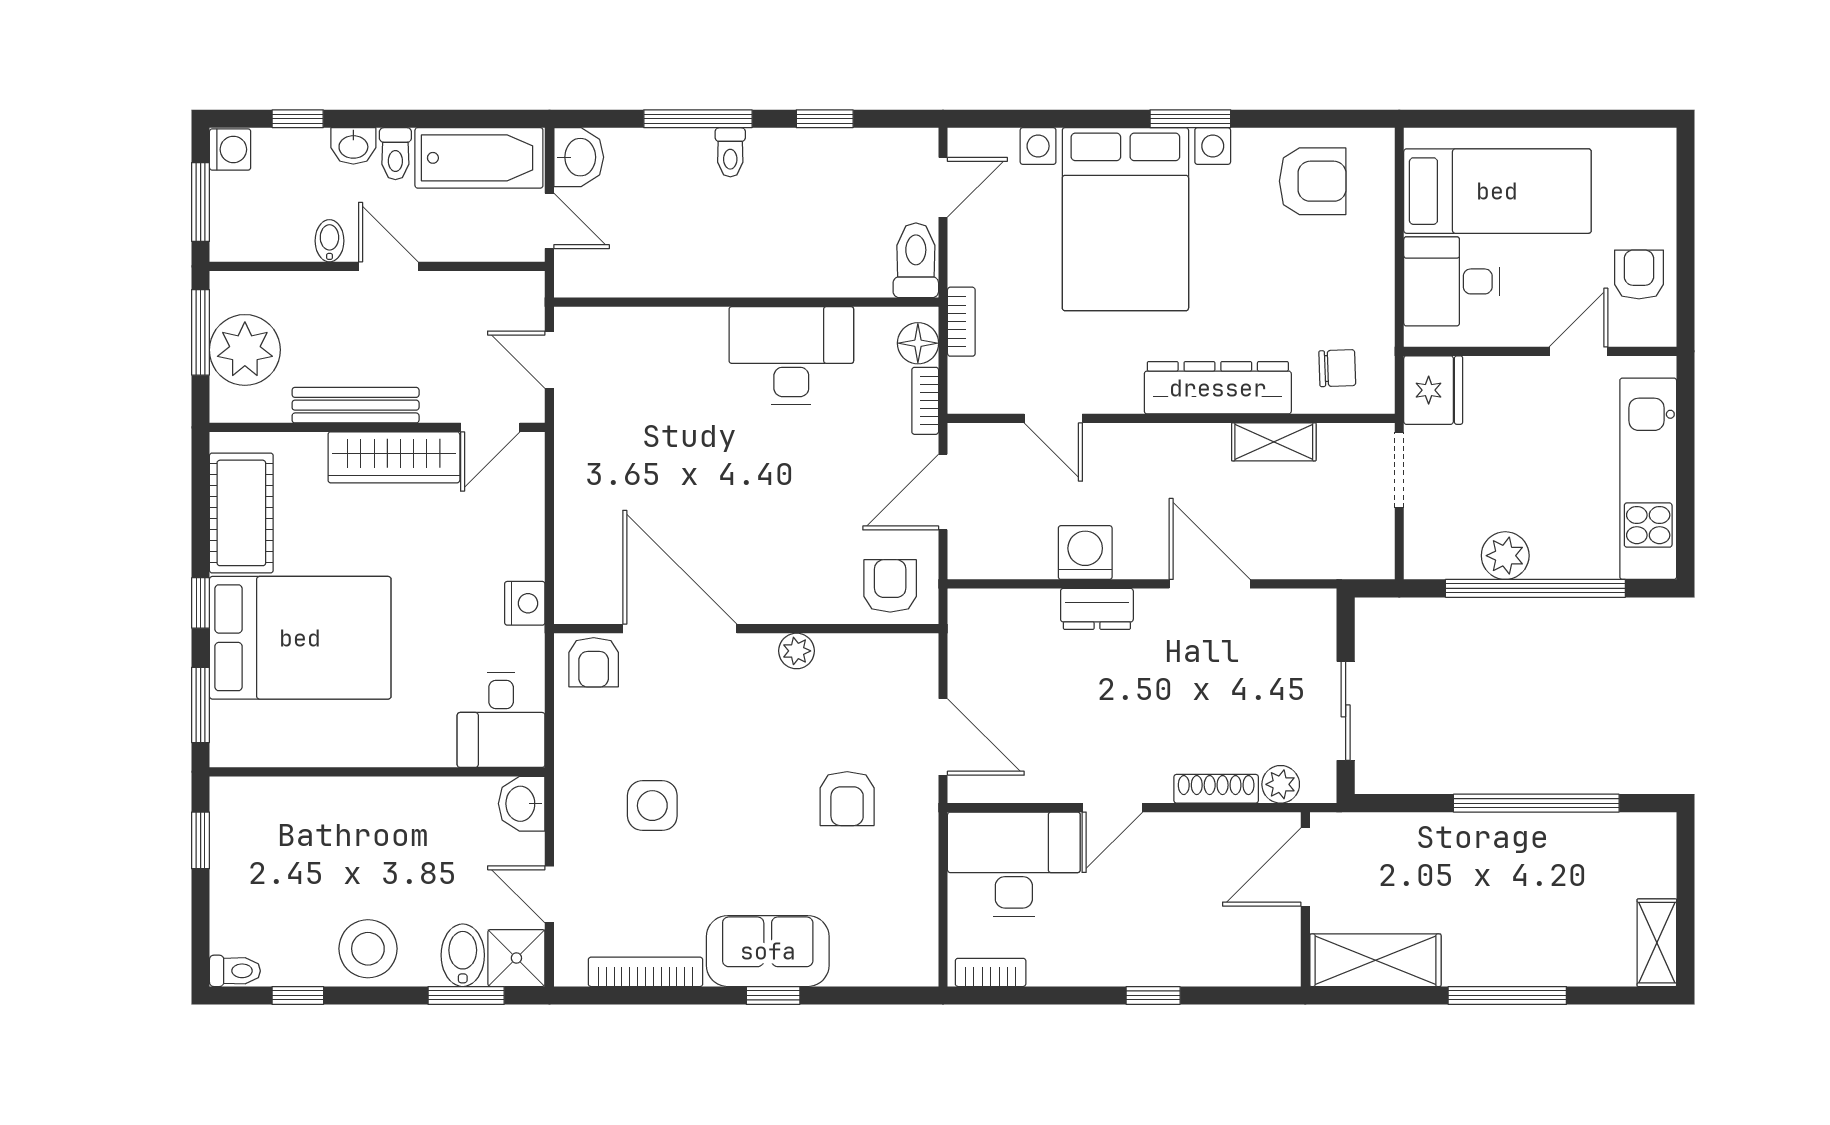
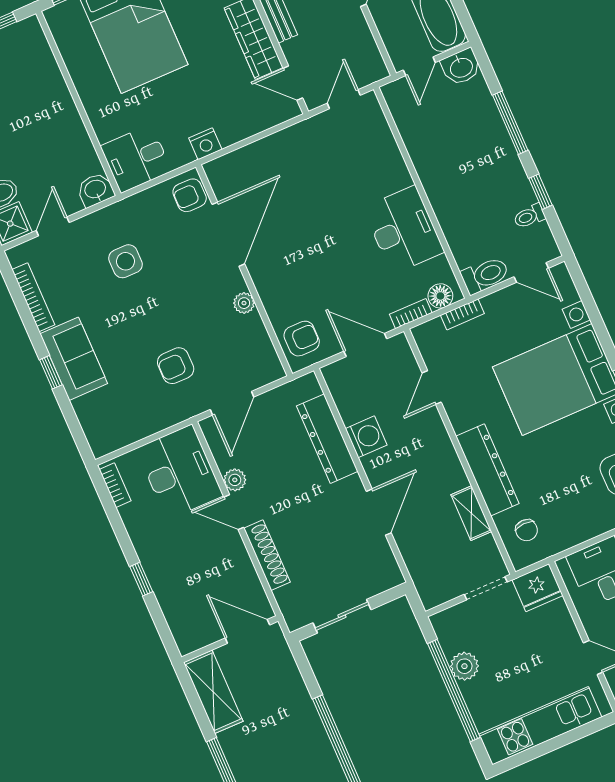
toilet: (730, 152) -> (529, 216), moved
dresser: (1097, 609) -> (327, 439), width x1.96, depth x1.24
plant: (1281, 784) -> (235, 480), moved
shoe rack: (1216, 789) -> (267, 555), width x1.36, depth x1.24

